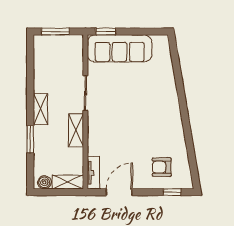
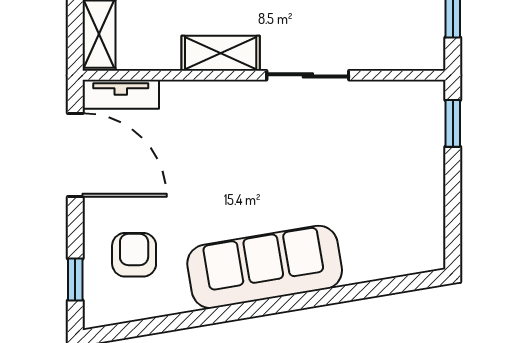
sofa: (120, 48) -> (265, 267), moved, turned 80
door: (119, 192) -> (75, 155), width x1.36

